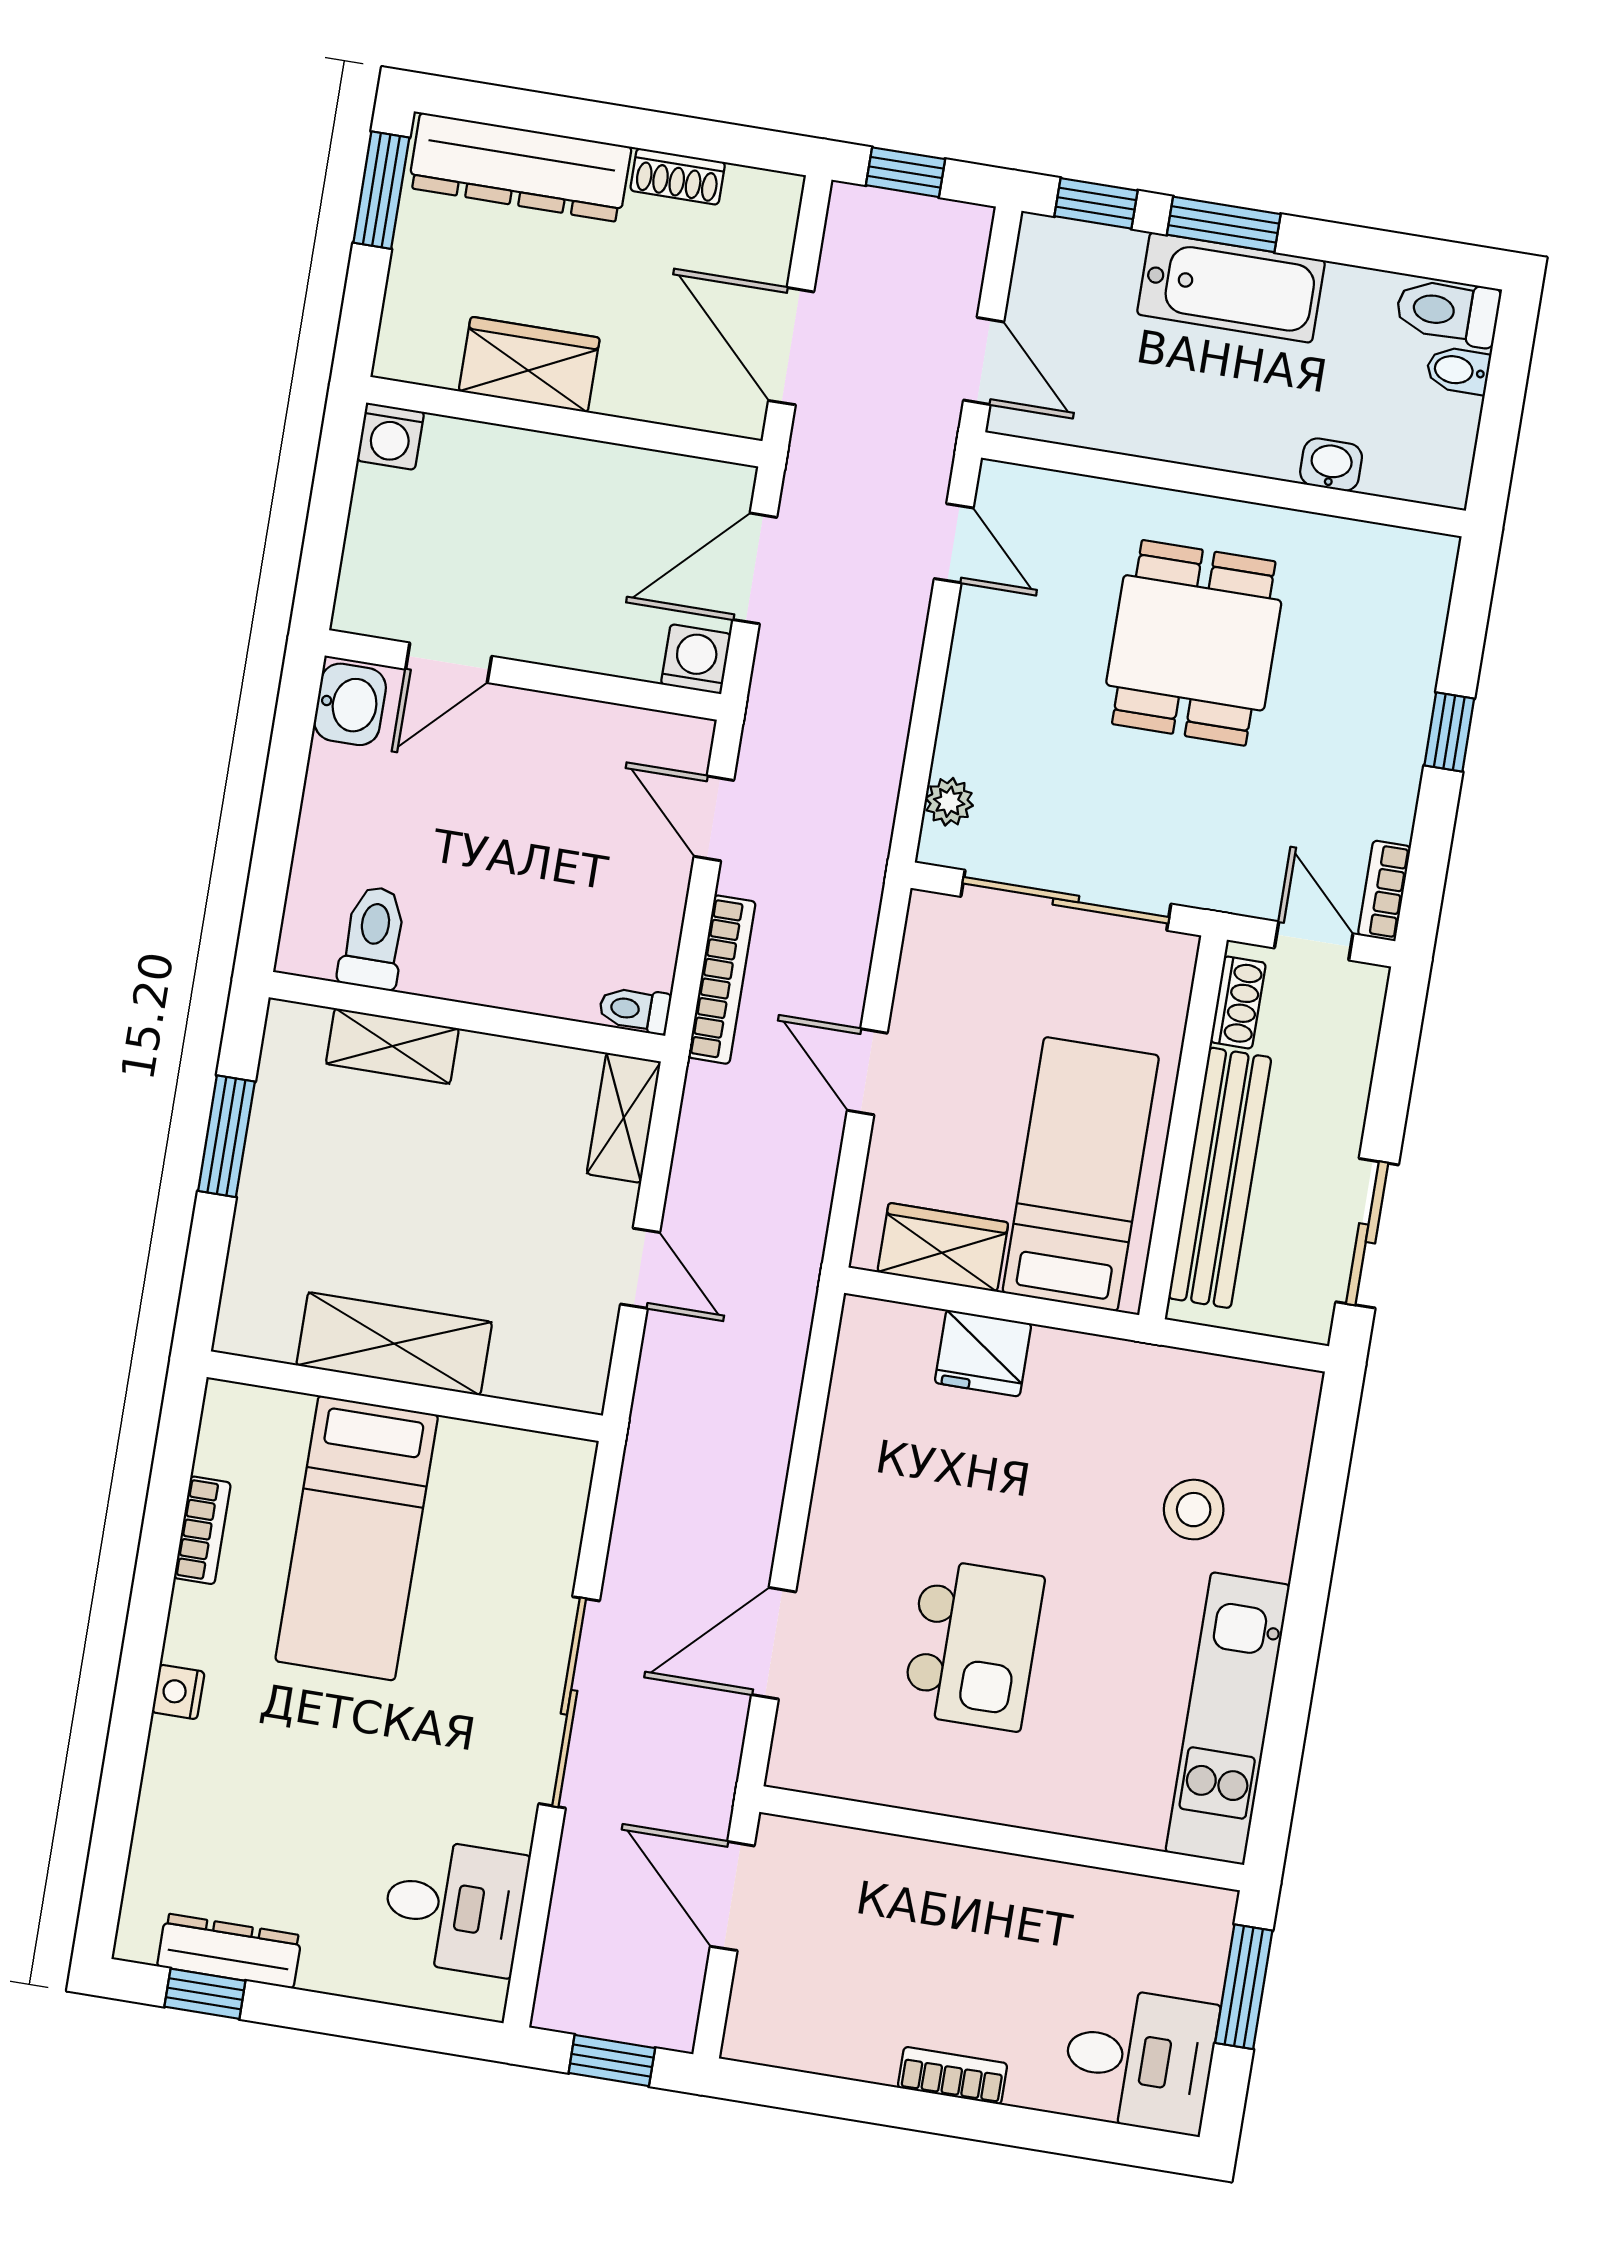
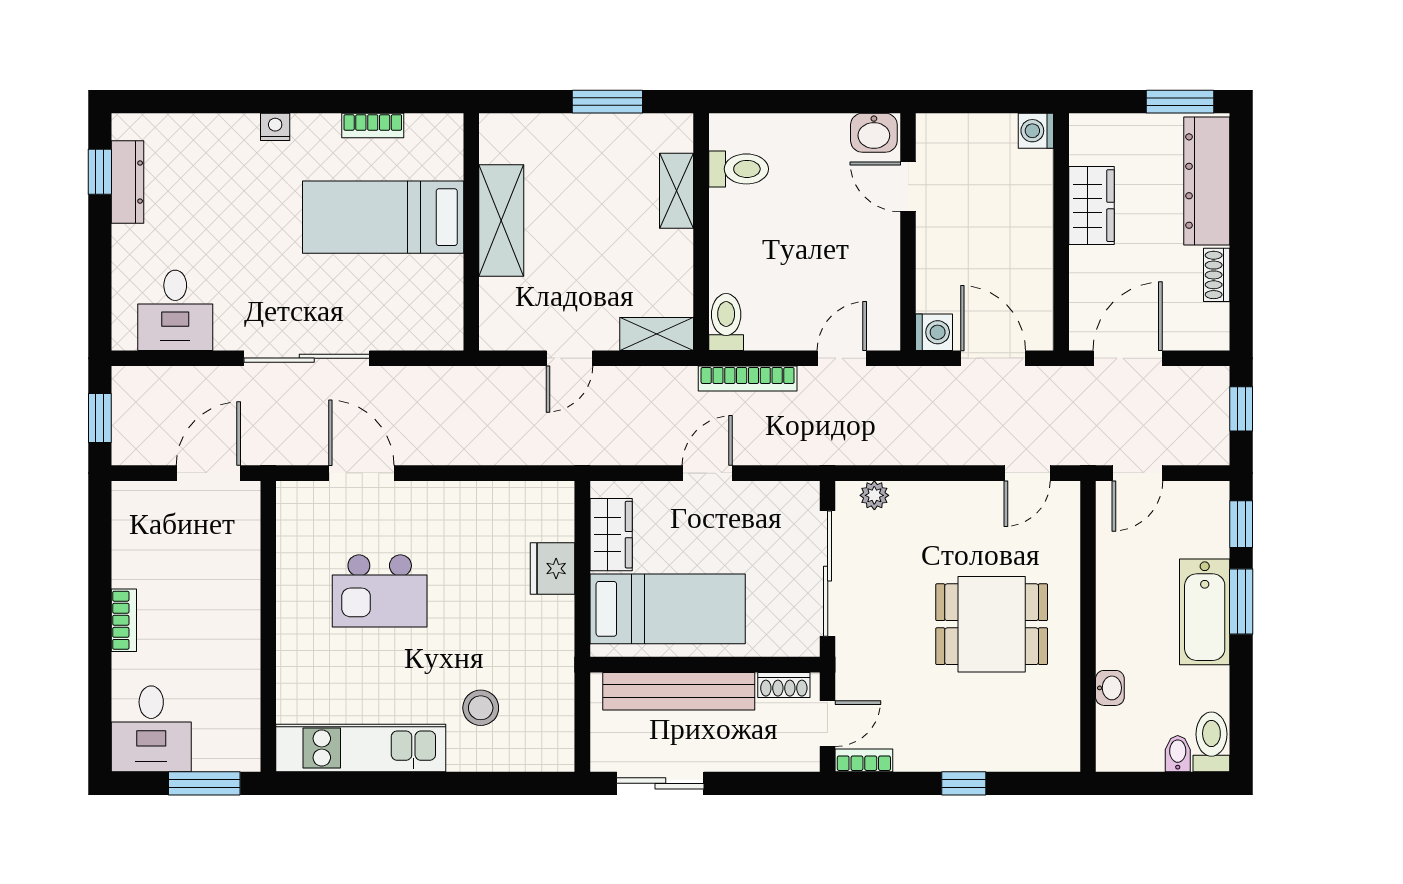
toilet: (635, 1010) -> (726, 322), width x1.37, depth x1.39

